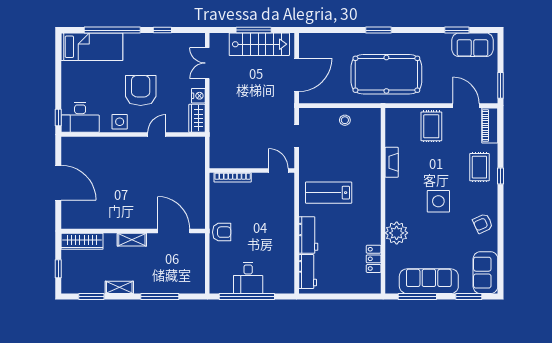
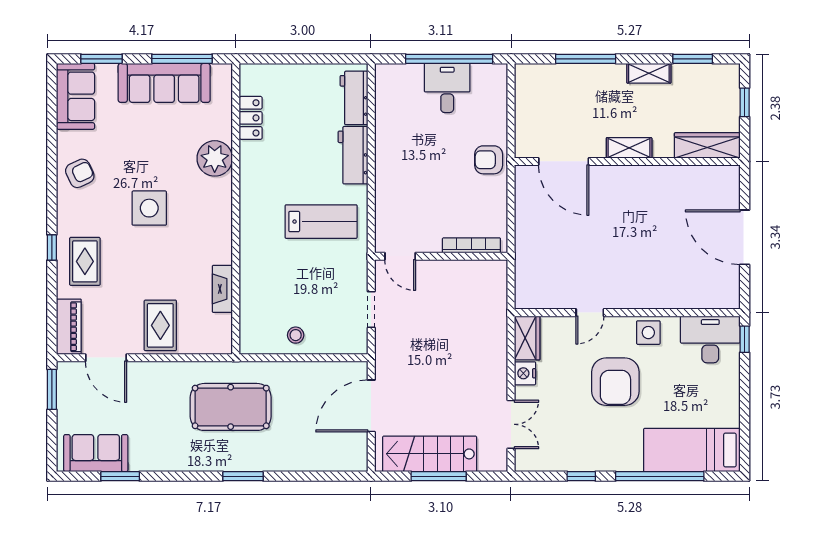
pool table: (386, 74) -> (231, 407), width x0.73, depth x0.76
fireplace: (392, 162) -> (222, 289), moved

